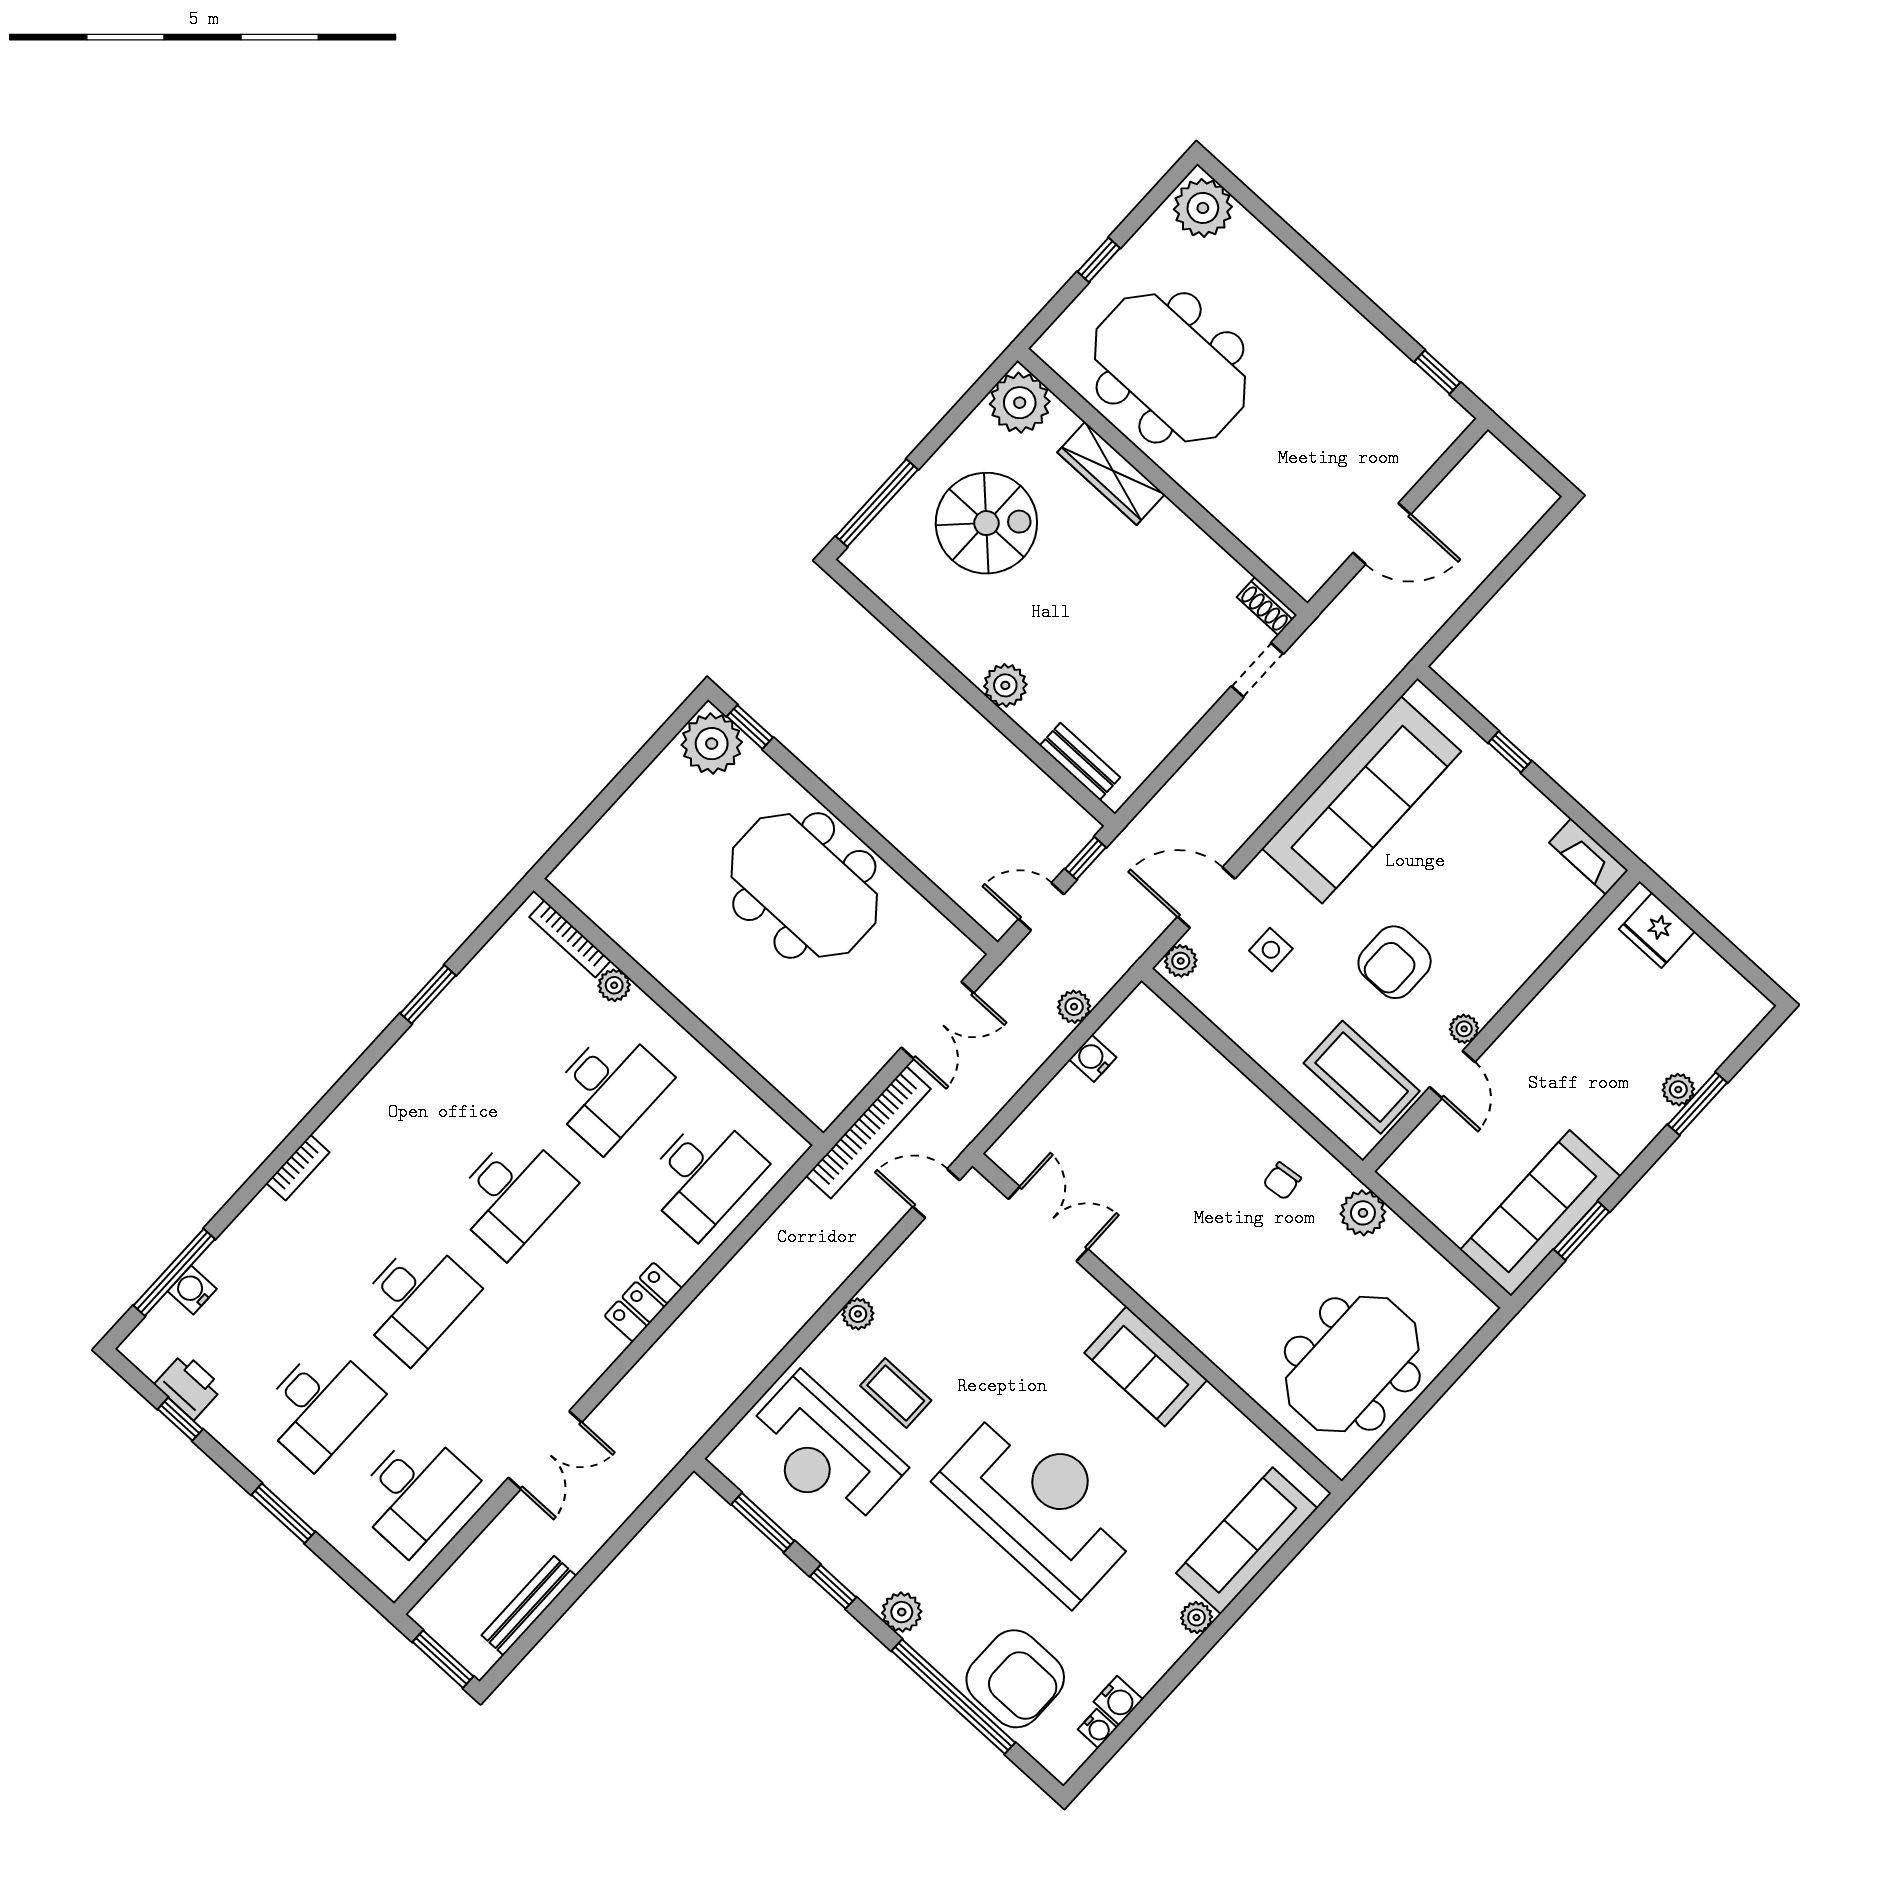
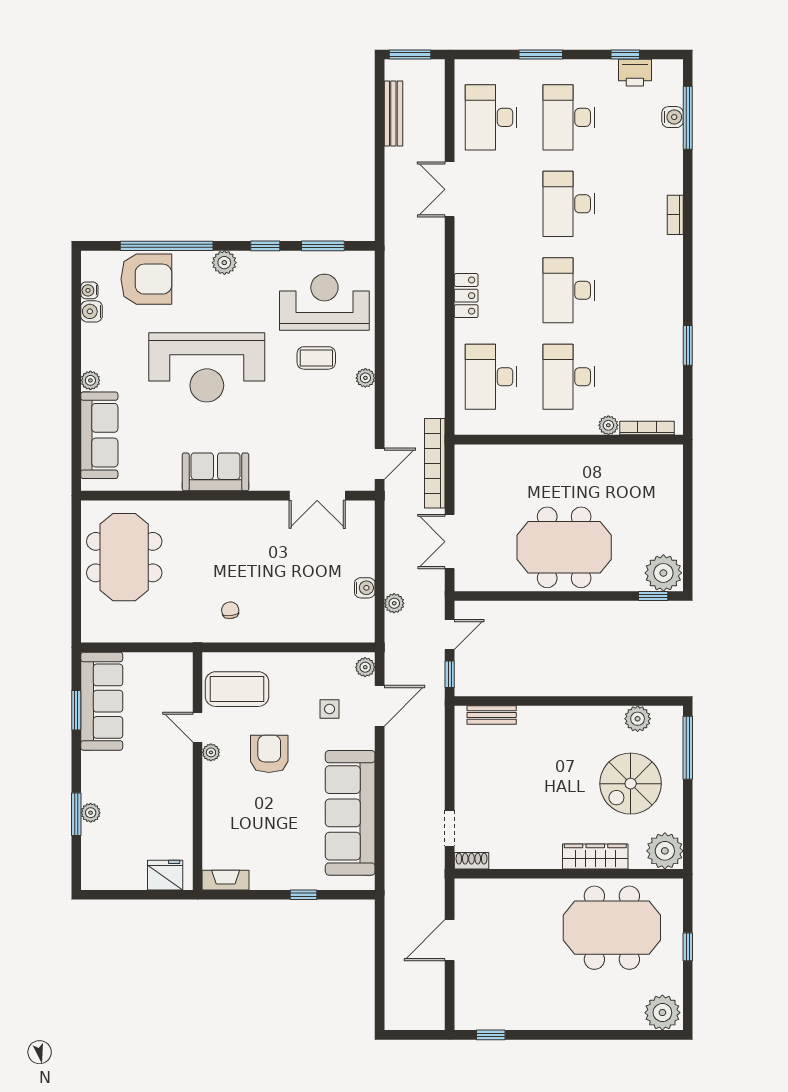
plant: (1005, 685) -> (638, 719), moved
plant: (1363, 1213) -> (181, 629), removed
armchair: (1015, 1679) -> (146, 279), turned 180

